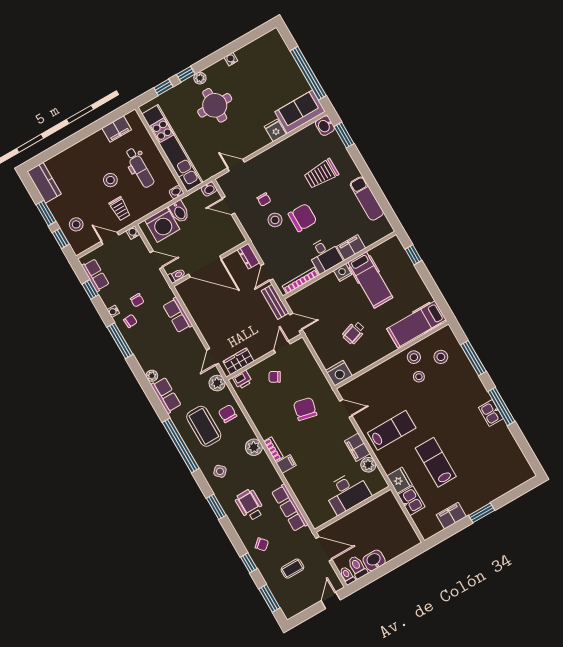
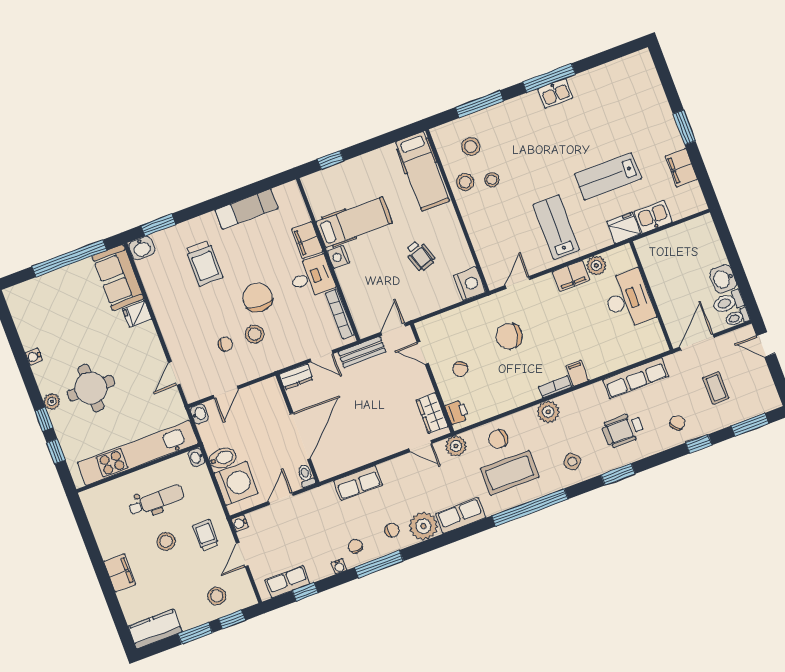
filing cabinet: (117, 129) -> (120, 573), moved
trolley: (120, 209) -> (206, 535), turned -90
chair: (137, 300) -> (392, 530), moved
plant: (152, 376) -> (423, 526), width x1.88, depth x1.88

